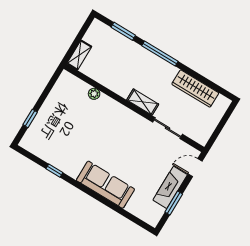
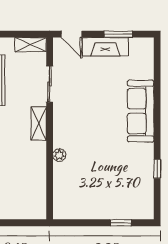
shelving: (79, 55) -> (31, 45), moved
plant: (94, 94) -> (59, 155), moved

